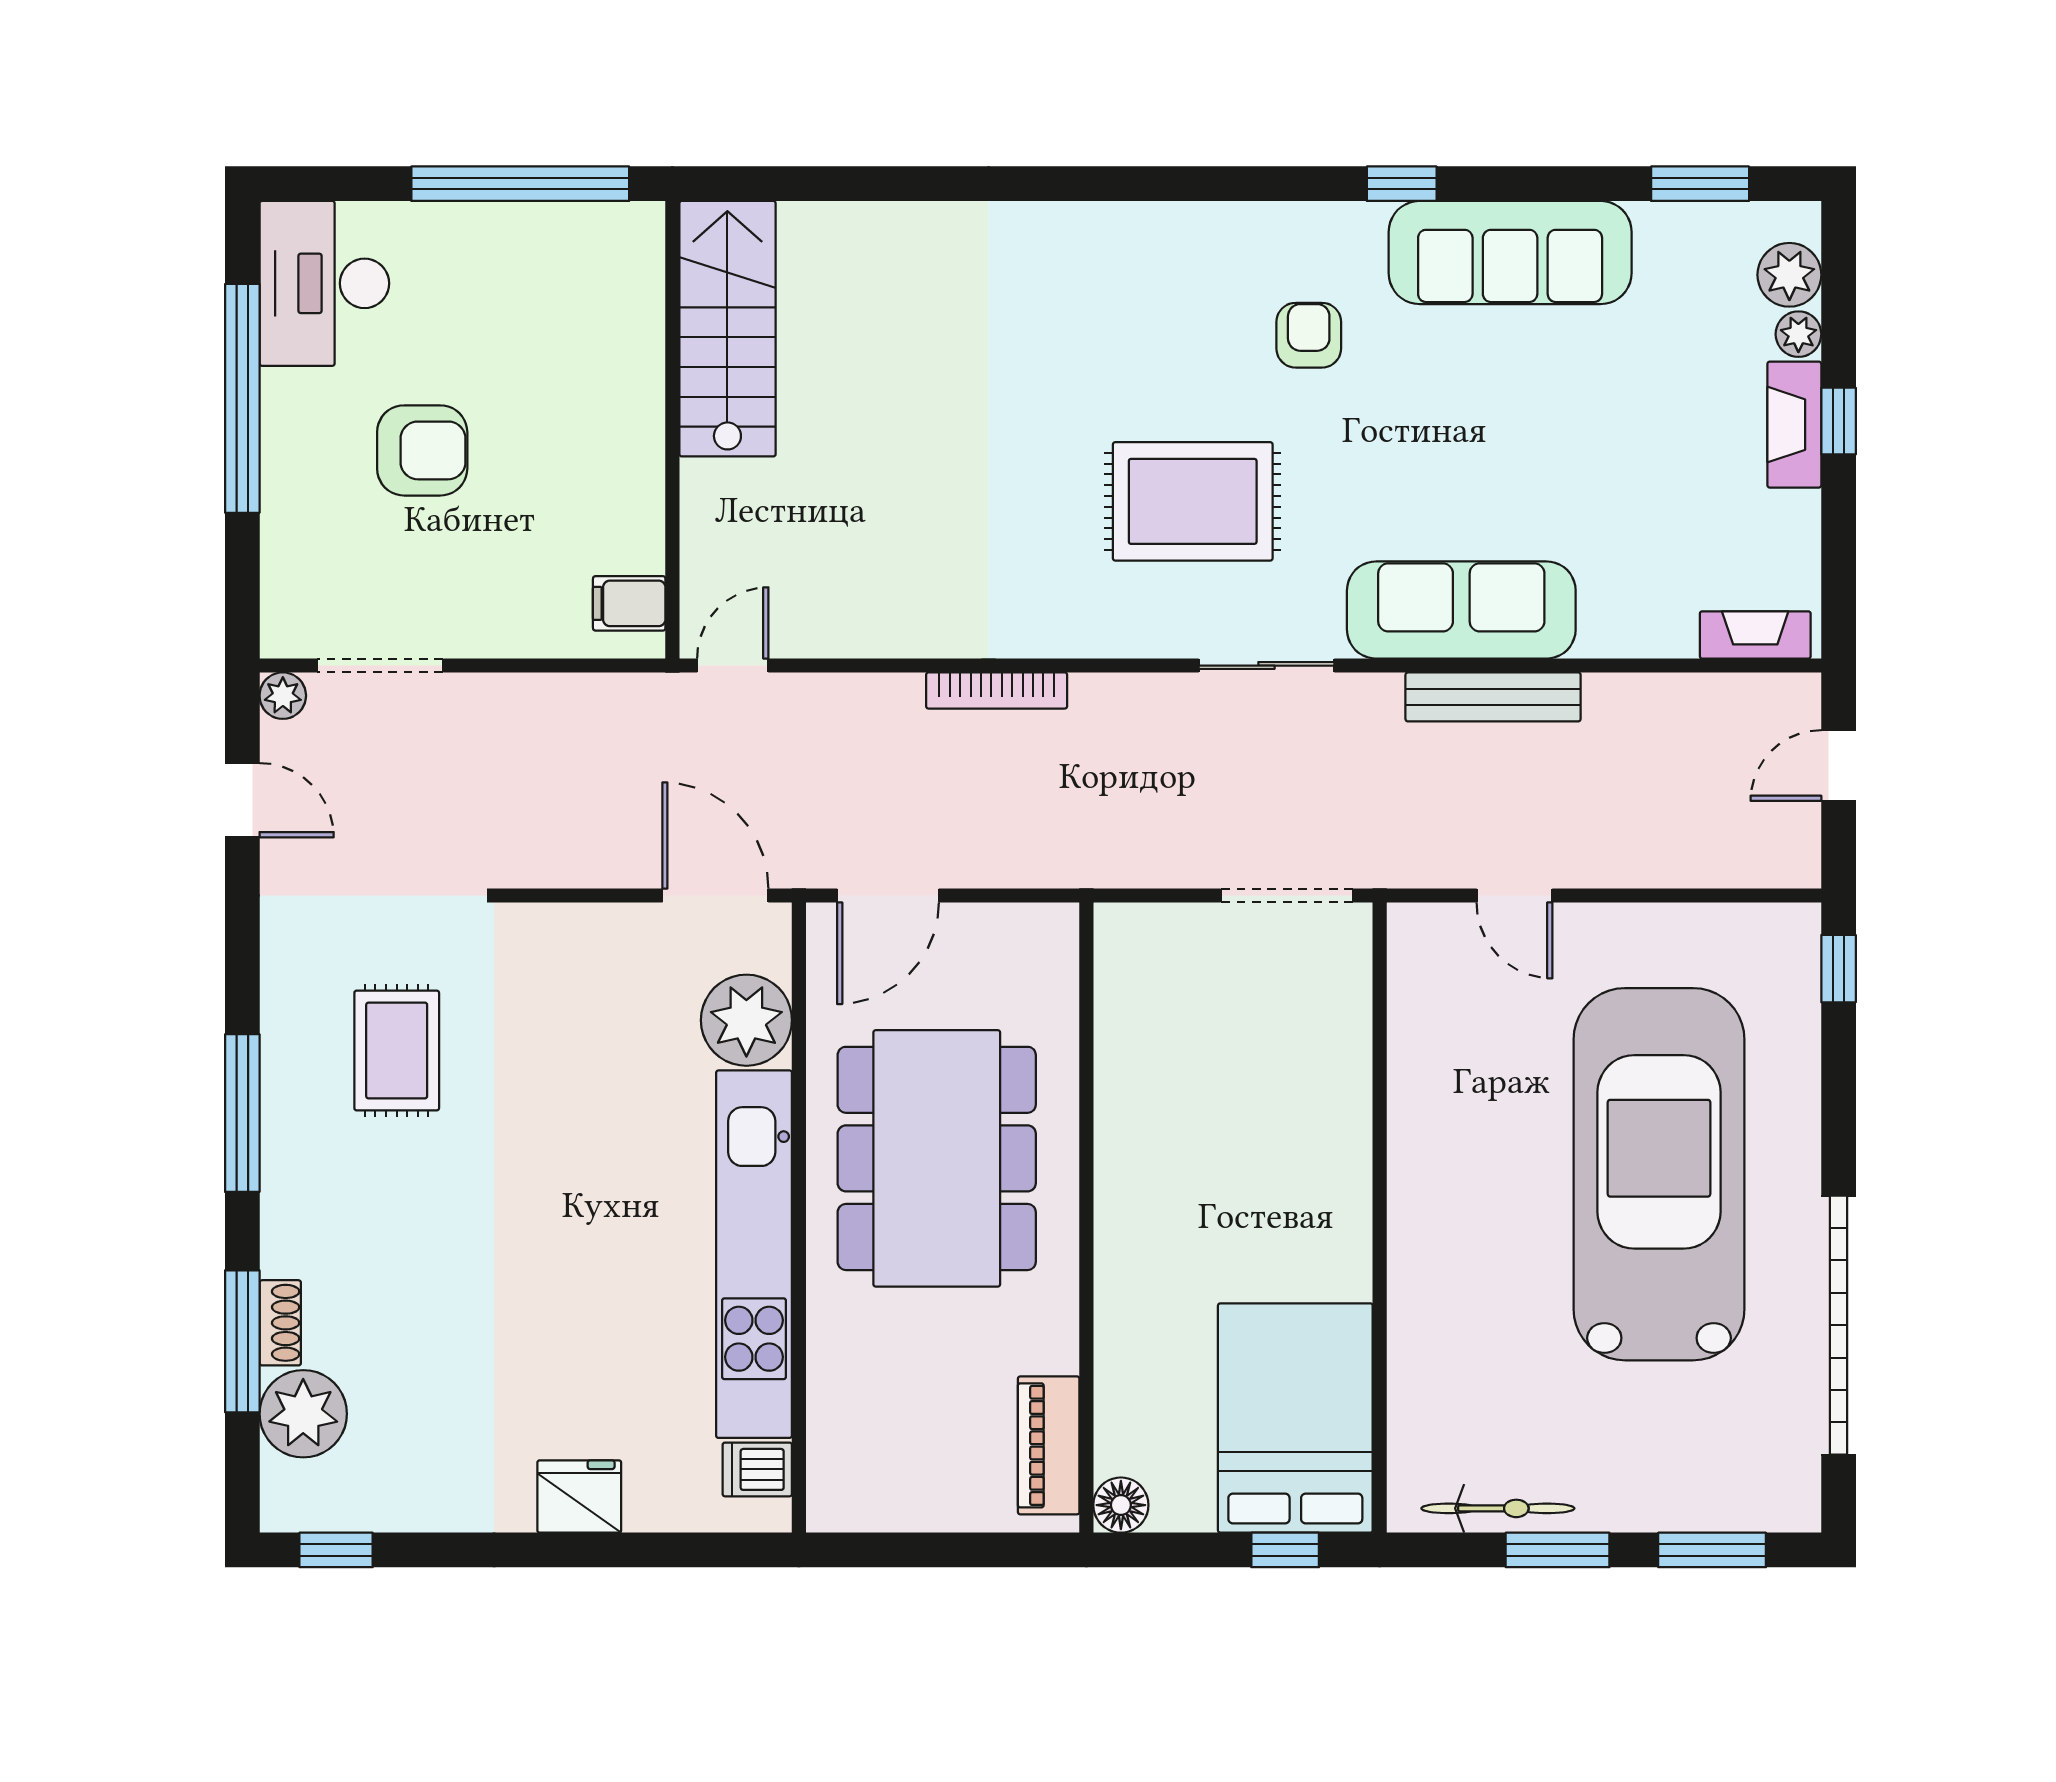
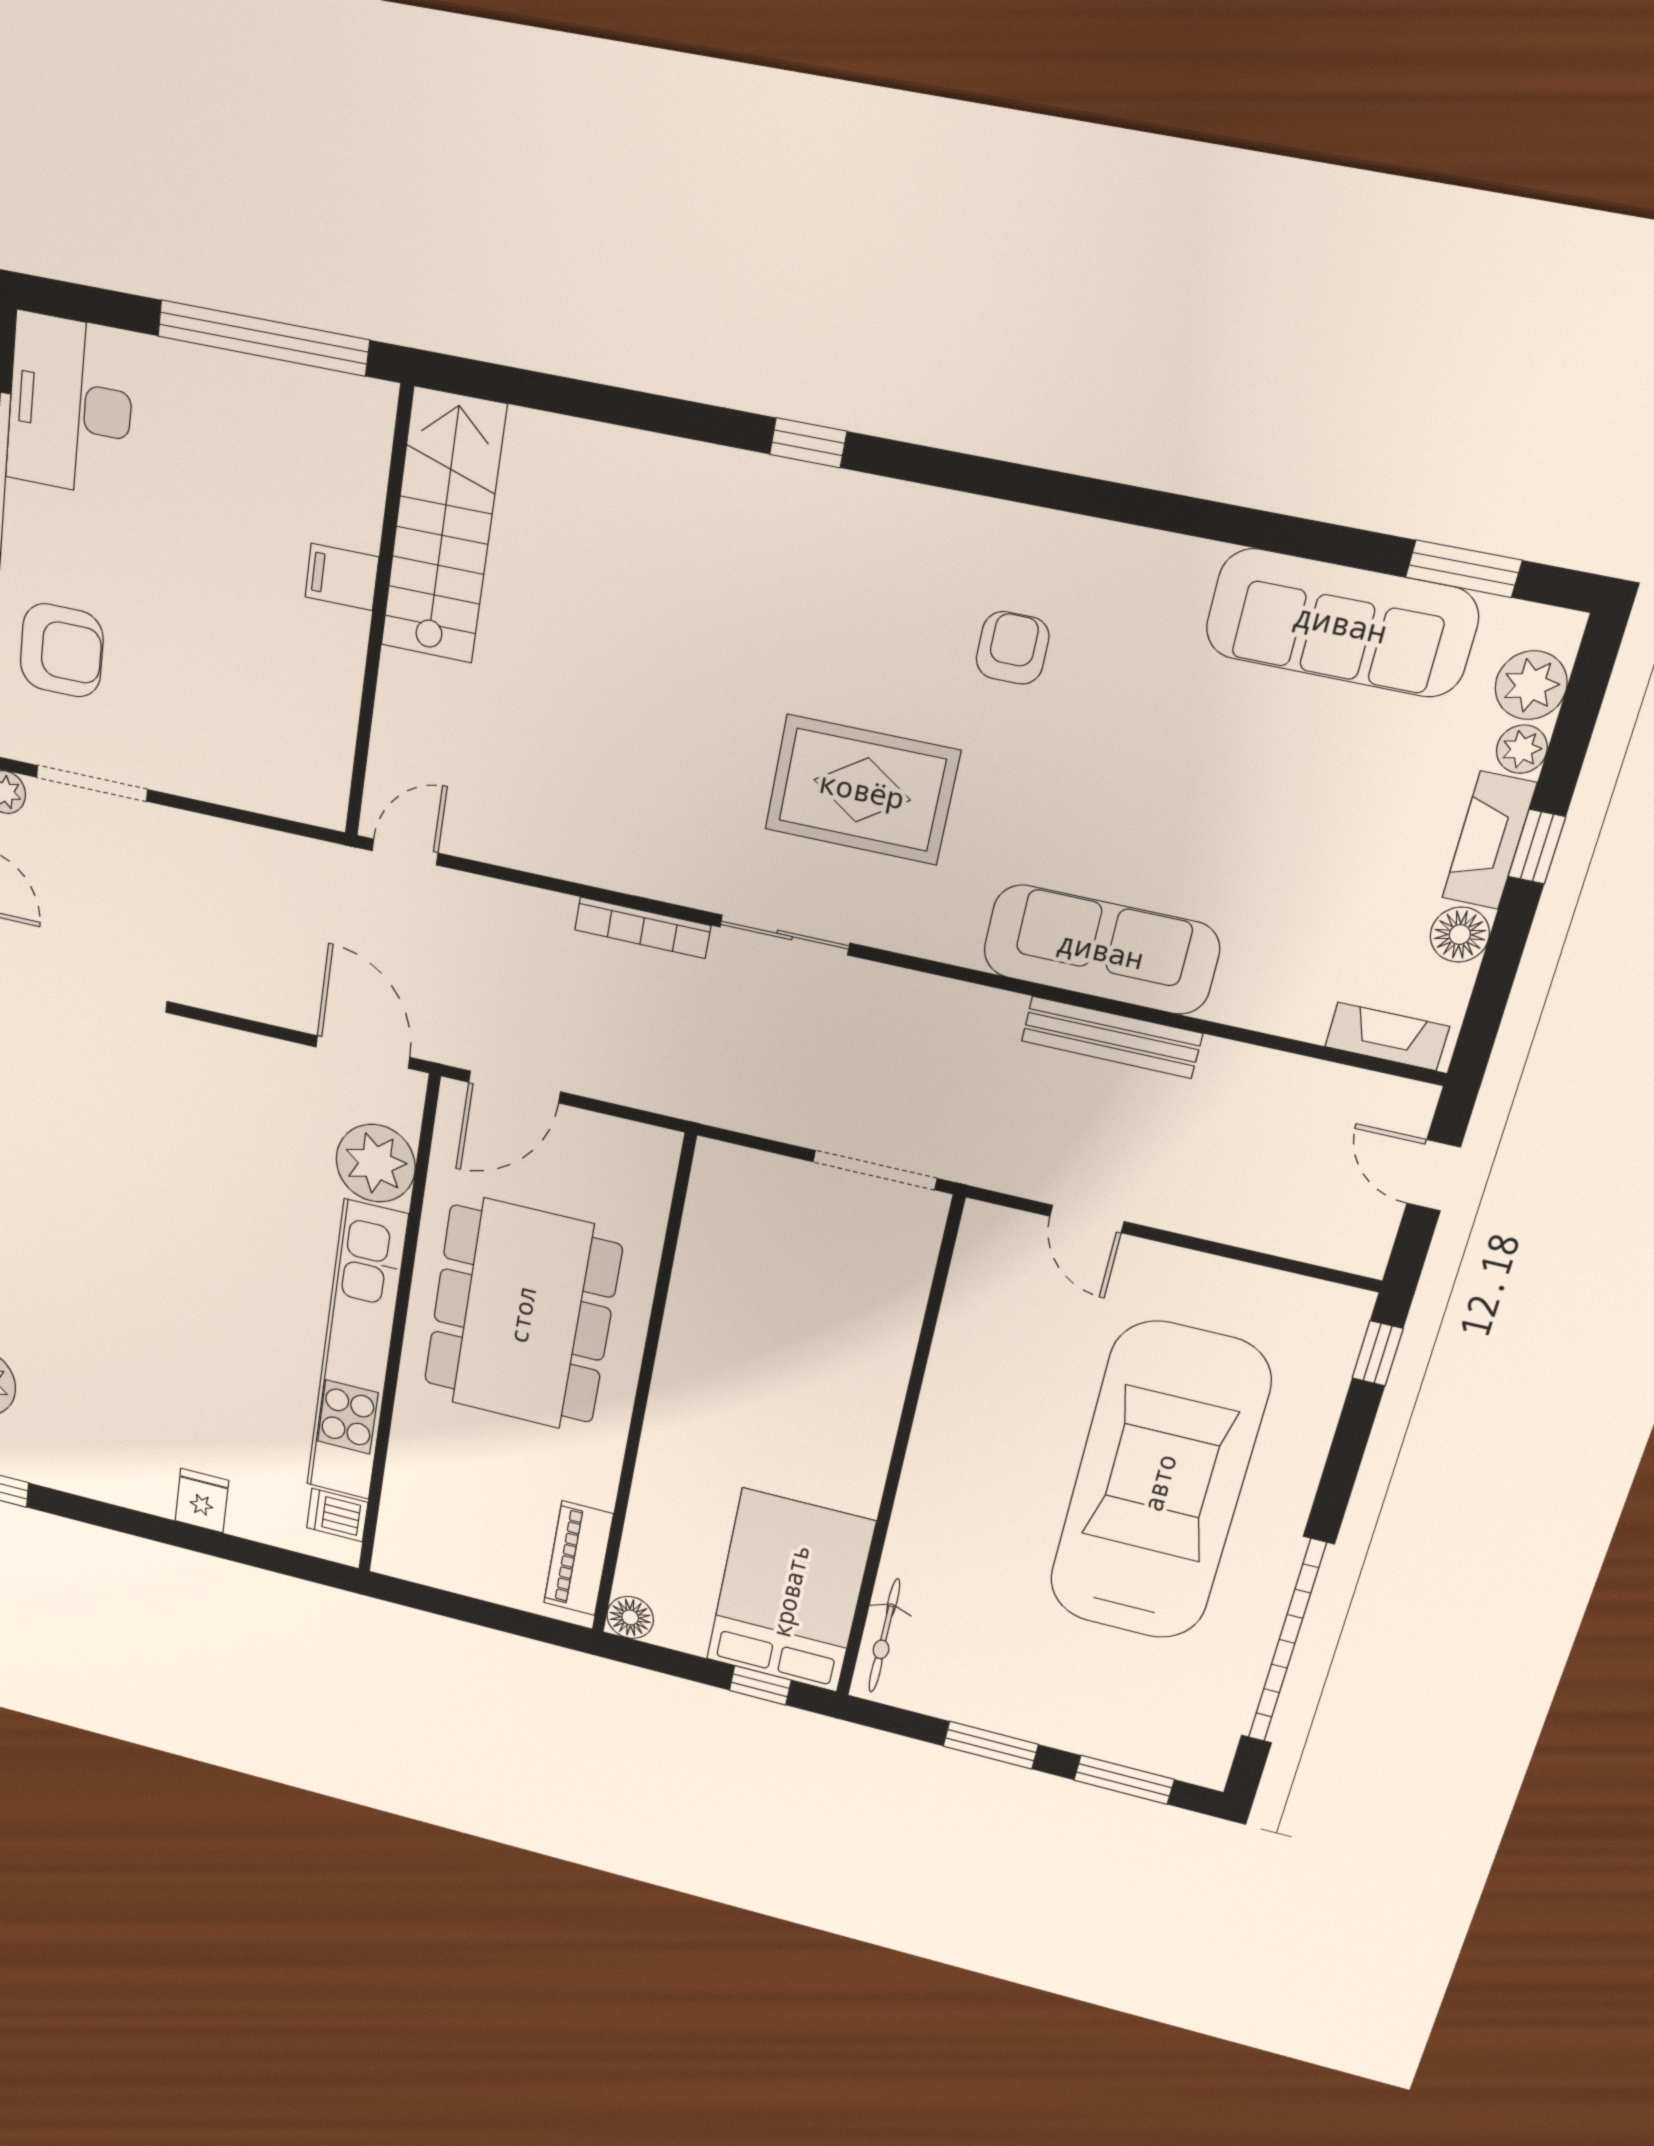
window: (1402, 184) -> (808, 443), moved
sofa: (1510, 253) -> (1341, 623), moved
armchair: (422, 450) -> (62, 650), moved
floor lamp: (1794, 520) -> (1460, 935), added
filing cabinet: (629, 603) -> (342, 577), moved
sliding door: (1266, 666) -> (785, 935), moved
door: (1839, 766) -> (1434, 1175), hinge flipped
rug: (397, 1051) -> (78, 1118), removed
fridge: (579, 1496) -> (202, 1501), width x0.72
bicycle: (1498, 1508) -> (884, 1636), moved, turned 90

